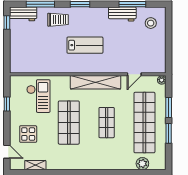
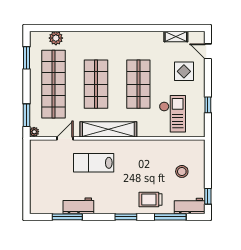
stool: (151, 23) -> (182, 171), moved
lab bench: (85, 45) -> (94, 163), moved
checkout: (38, 96) -> (172, 114), turned 180
window: (169, 107) -> (26, 115), moved
shop shelf: (107, 123) -> (96, 84), width x1.43, depth x1.36
window: (169, 133) -> (26, 58), moved

